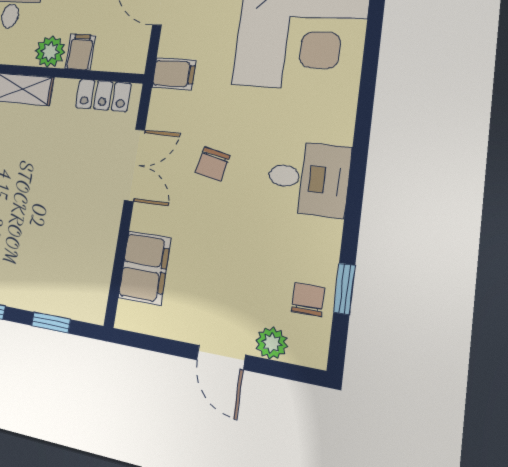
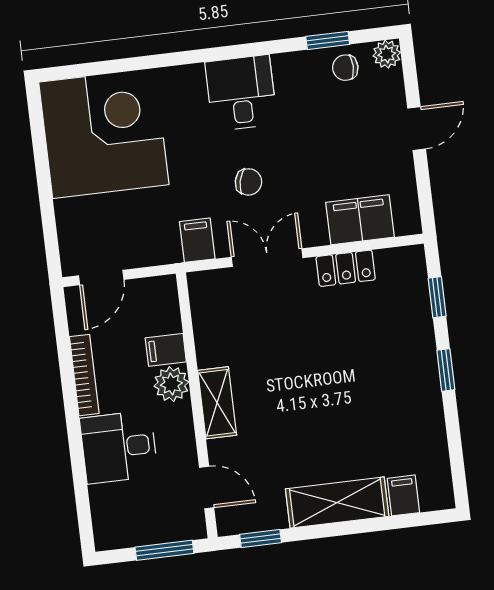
filing cabinet: (174, 74) -> (197, 240), moved
locker: (103, 95) -> (346, 268), moved, turned 90
plant: (272, 343) -> (387, 54), moved

